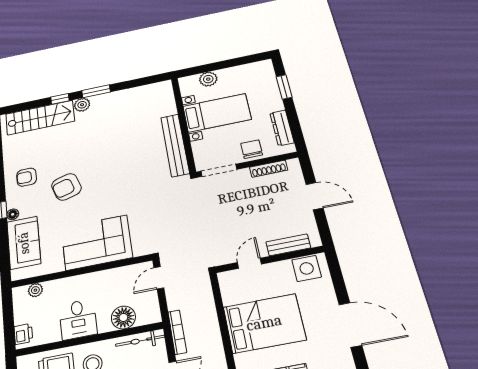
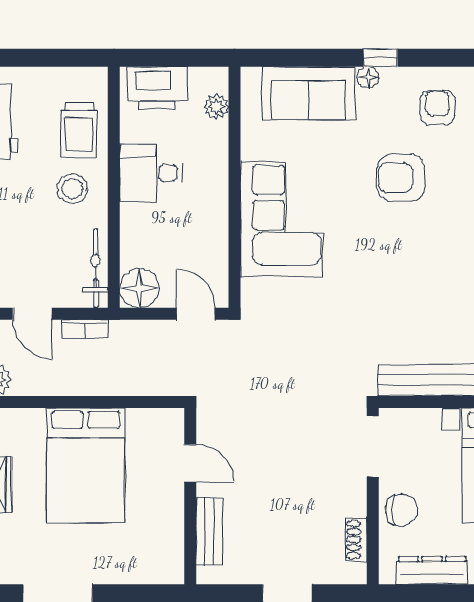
shoe rack: (269, 169) -> (356, 540), width x0.70
armchair: (66, 187) -> (401, 178), turned -73
side table: (307, 268) -> (163, 550), removed
floor lamp: (123, 317) -> (139, 288), moved
bookcase: (177, 332) -> (85, 329), width x0.64
printer: (23, 334) -> (158, 88), width x1.87, depth x1.48

